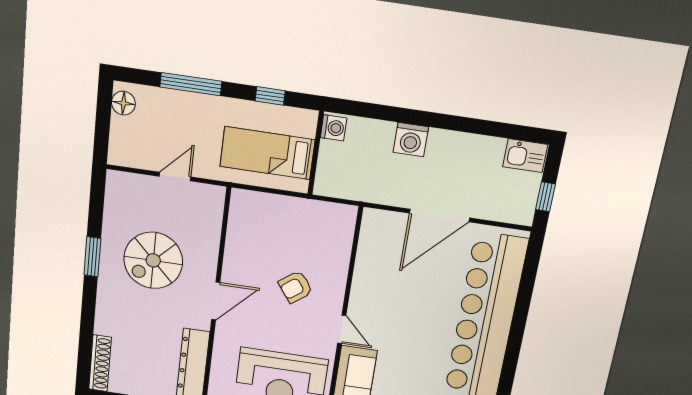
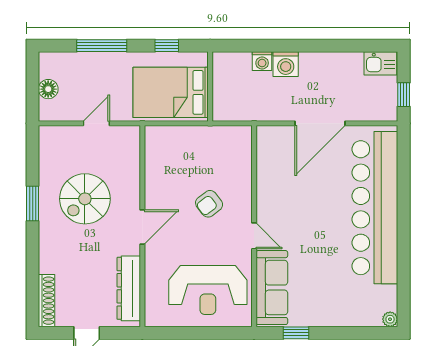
floor lamp: (123, 103) -> (48, 89), moved
washing machine: (334, 128) -> (262, 61), moved, turned 90
bed: (267, 153) -> (171, 92), width x1.50

